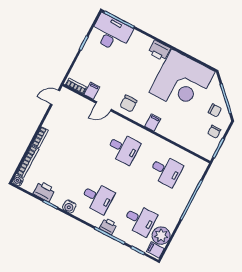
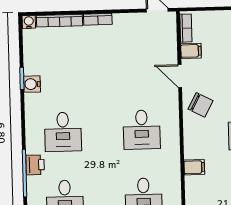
chair: (128, 104) -> (201, 105), turned -152
filing cabinet: (153, 123) -> (194, 167), moved
printer: (44, 191) -> (34, 62), removed
water cooler: (69, 206) -> (32, 84), moved

